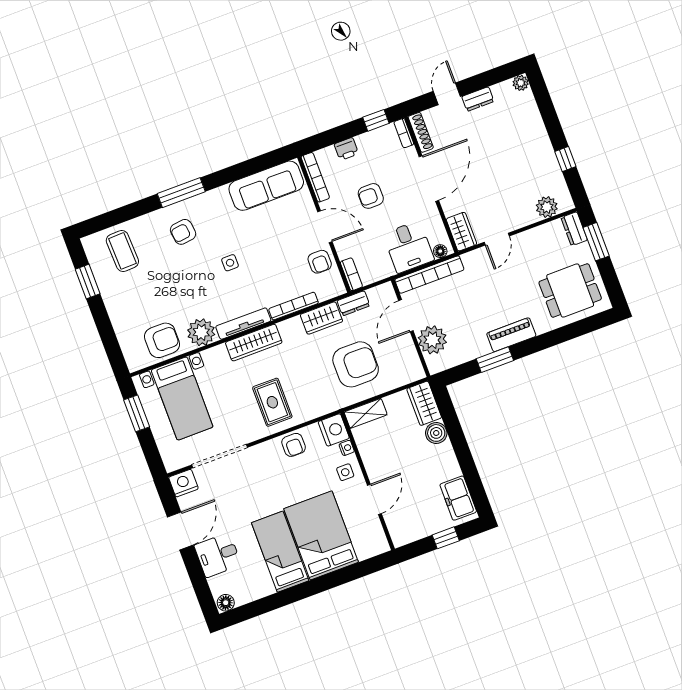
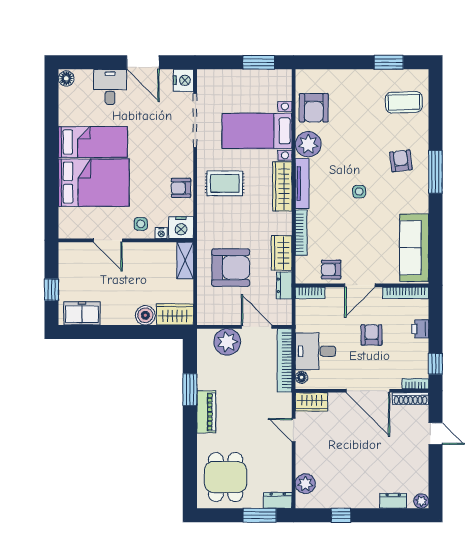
dresser: (478, 99) -> (393, 501), moved, turned 90
armchair: (356, 364) -> (231, 268), turned -90
bed with nightstands: (182, 398) -> (257, 131), moved

